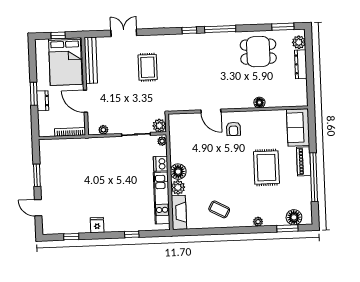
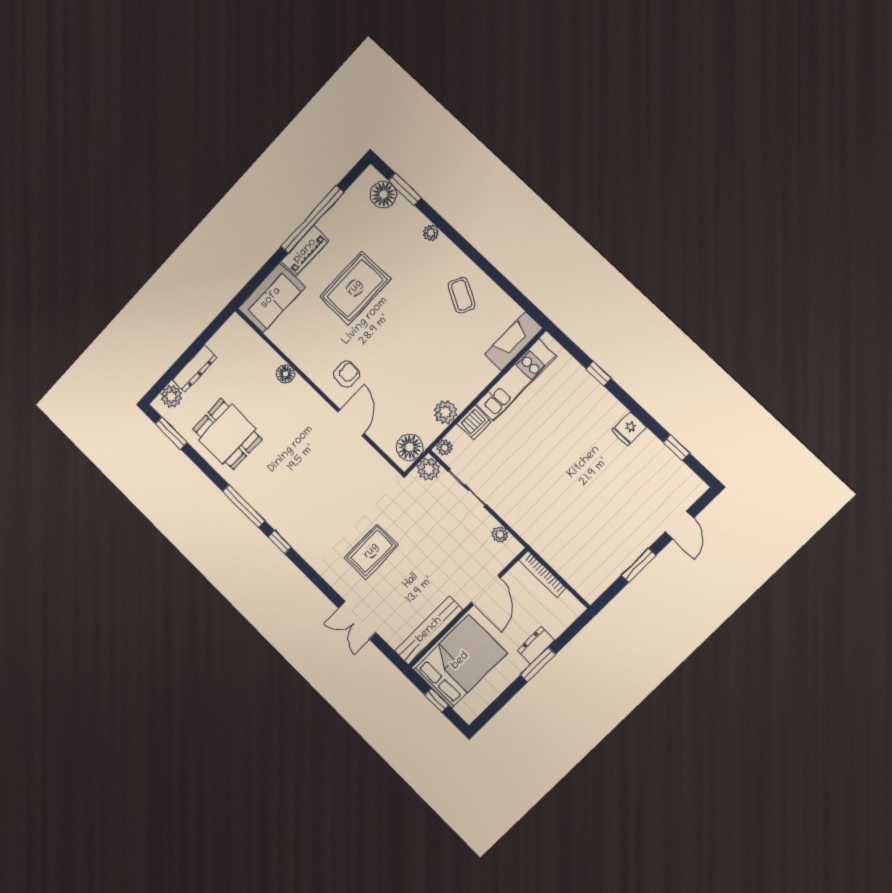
floor lamp: (178, 172) -> (410, 447), moved
plant: (178, 187) -> (445, 412), moved

